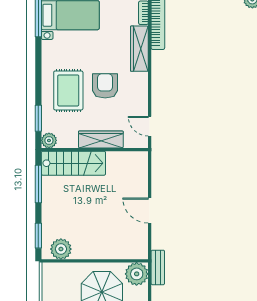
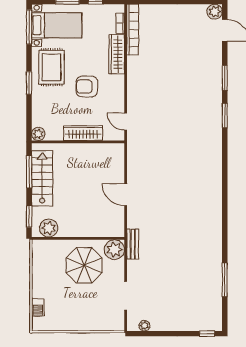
armchair: (105, 86) -> (87, 87), turned -90
rug: (68, 90) -> (52, 67), moved
window: (38, 118) -> (29, 83), moved
stairs: (73, 163) -> (42, 178), moved, turned -90

